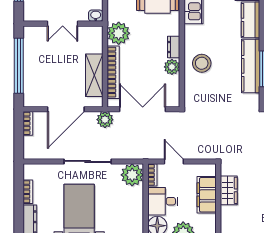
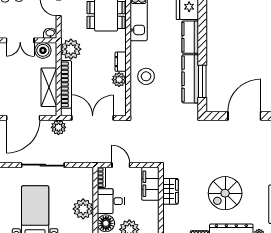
boiler: (88, 35) -> (43, 50), added
plant: (132, 175) -> (83, 209), moved
filing cabinet: (207, 195) -> (150, 184), moved

